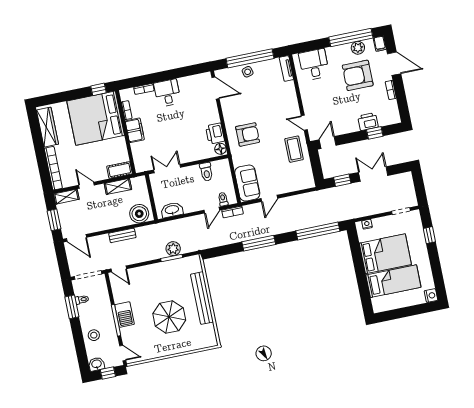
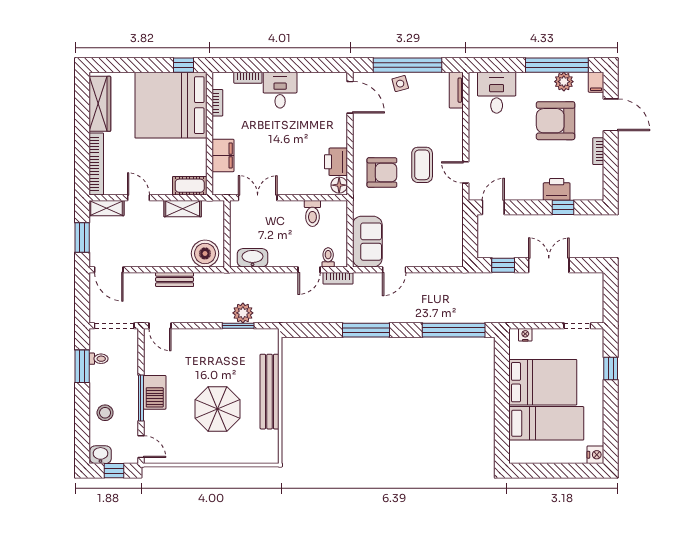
filing cabinet: (135, 130) -> (223, 155), moved
coffee table: (294, 149) -> (422, 165), moved

